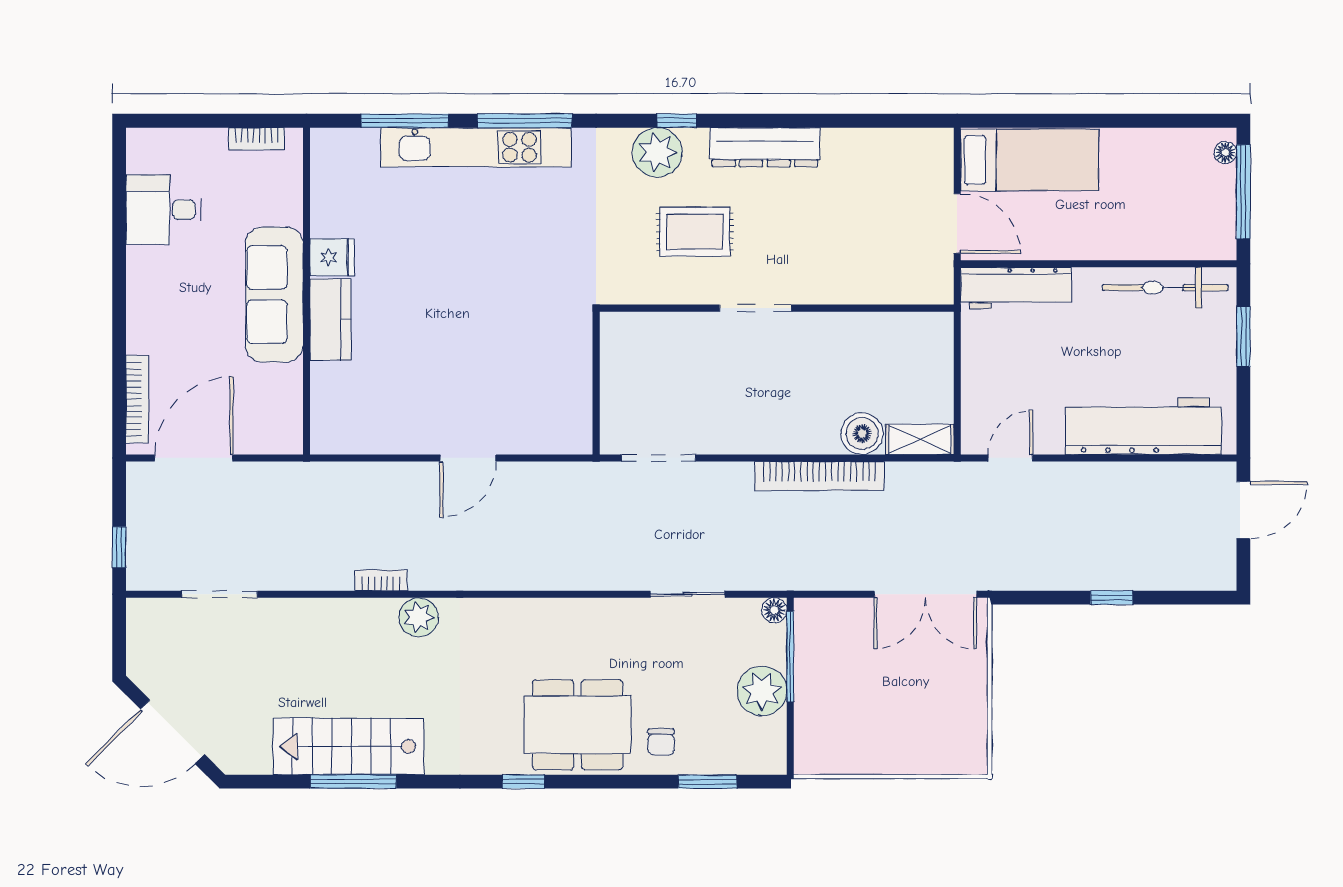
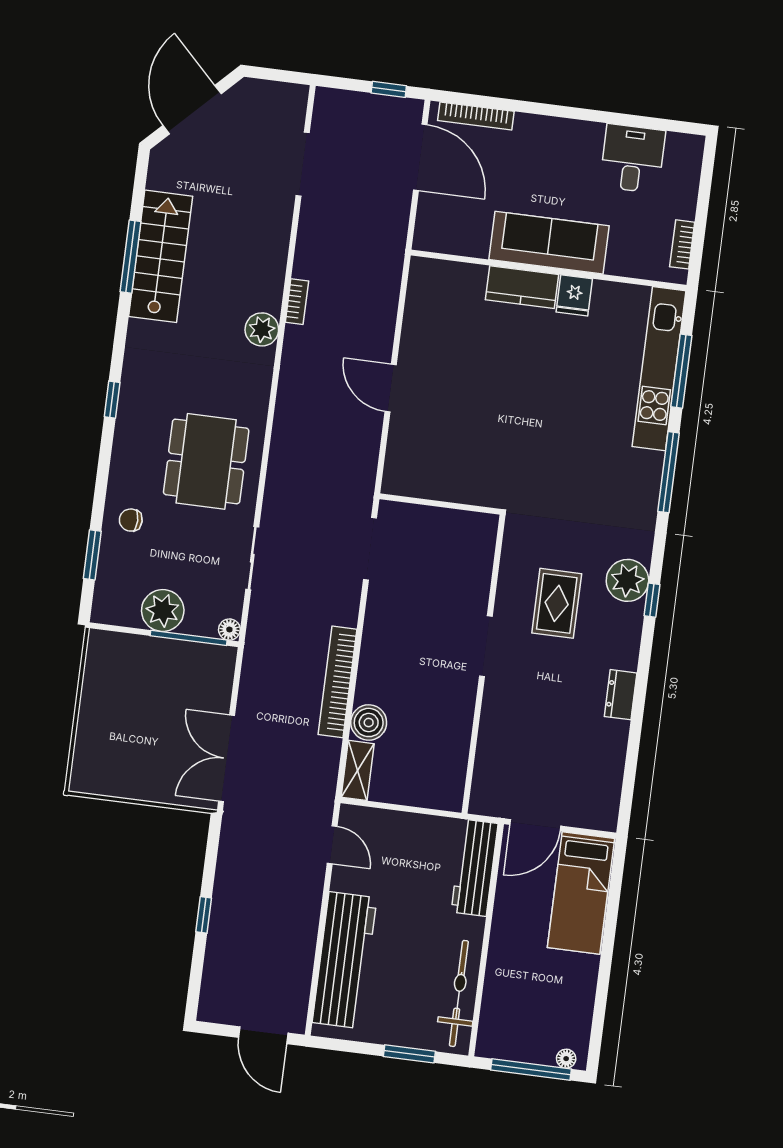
kitchen unit: (476, 147) -> (659, 369), moved
dresser: (765, 147) -> (621, 695), width x0.51, depth x0.80
window: (119, 547) -> (389, 89), moved
dining table: (578, 725) -> (206, 461), moved

